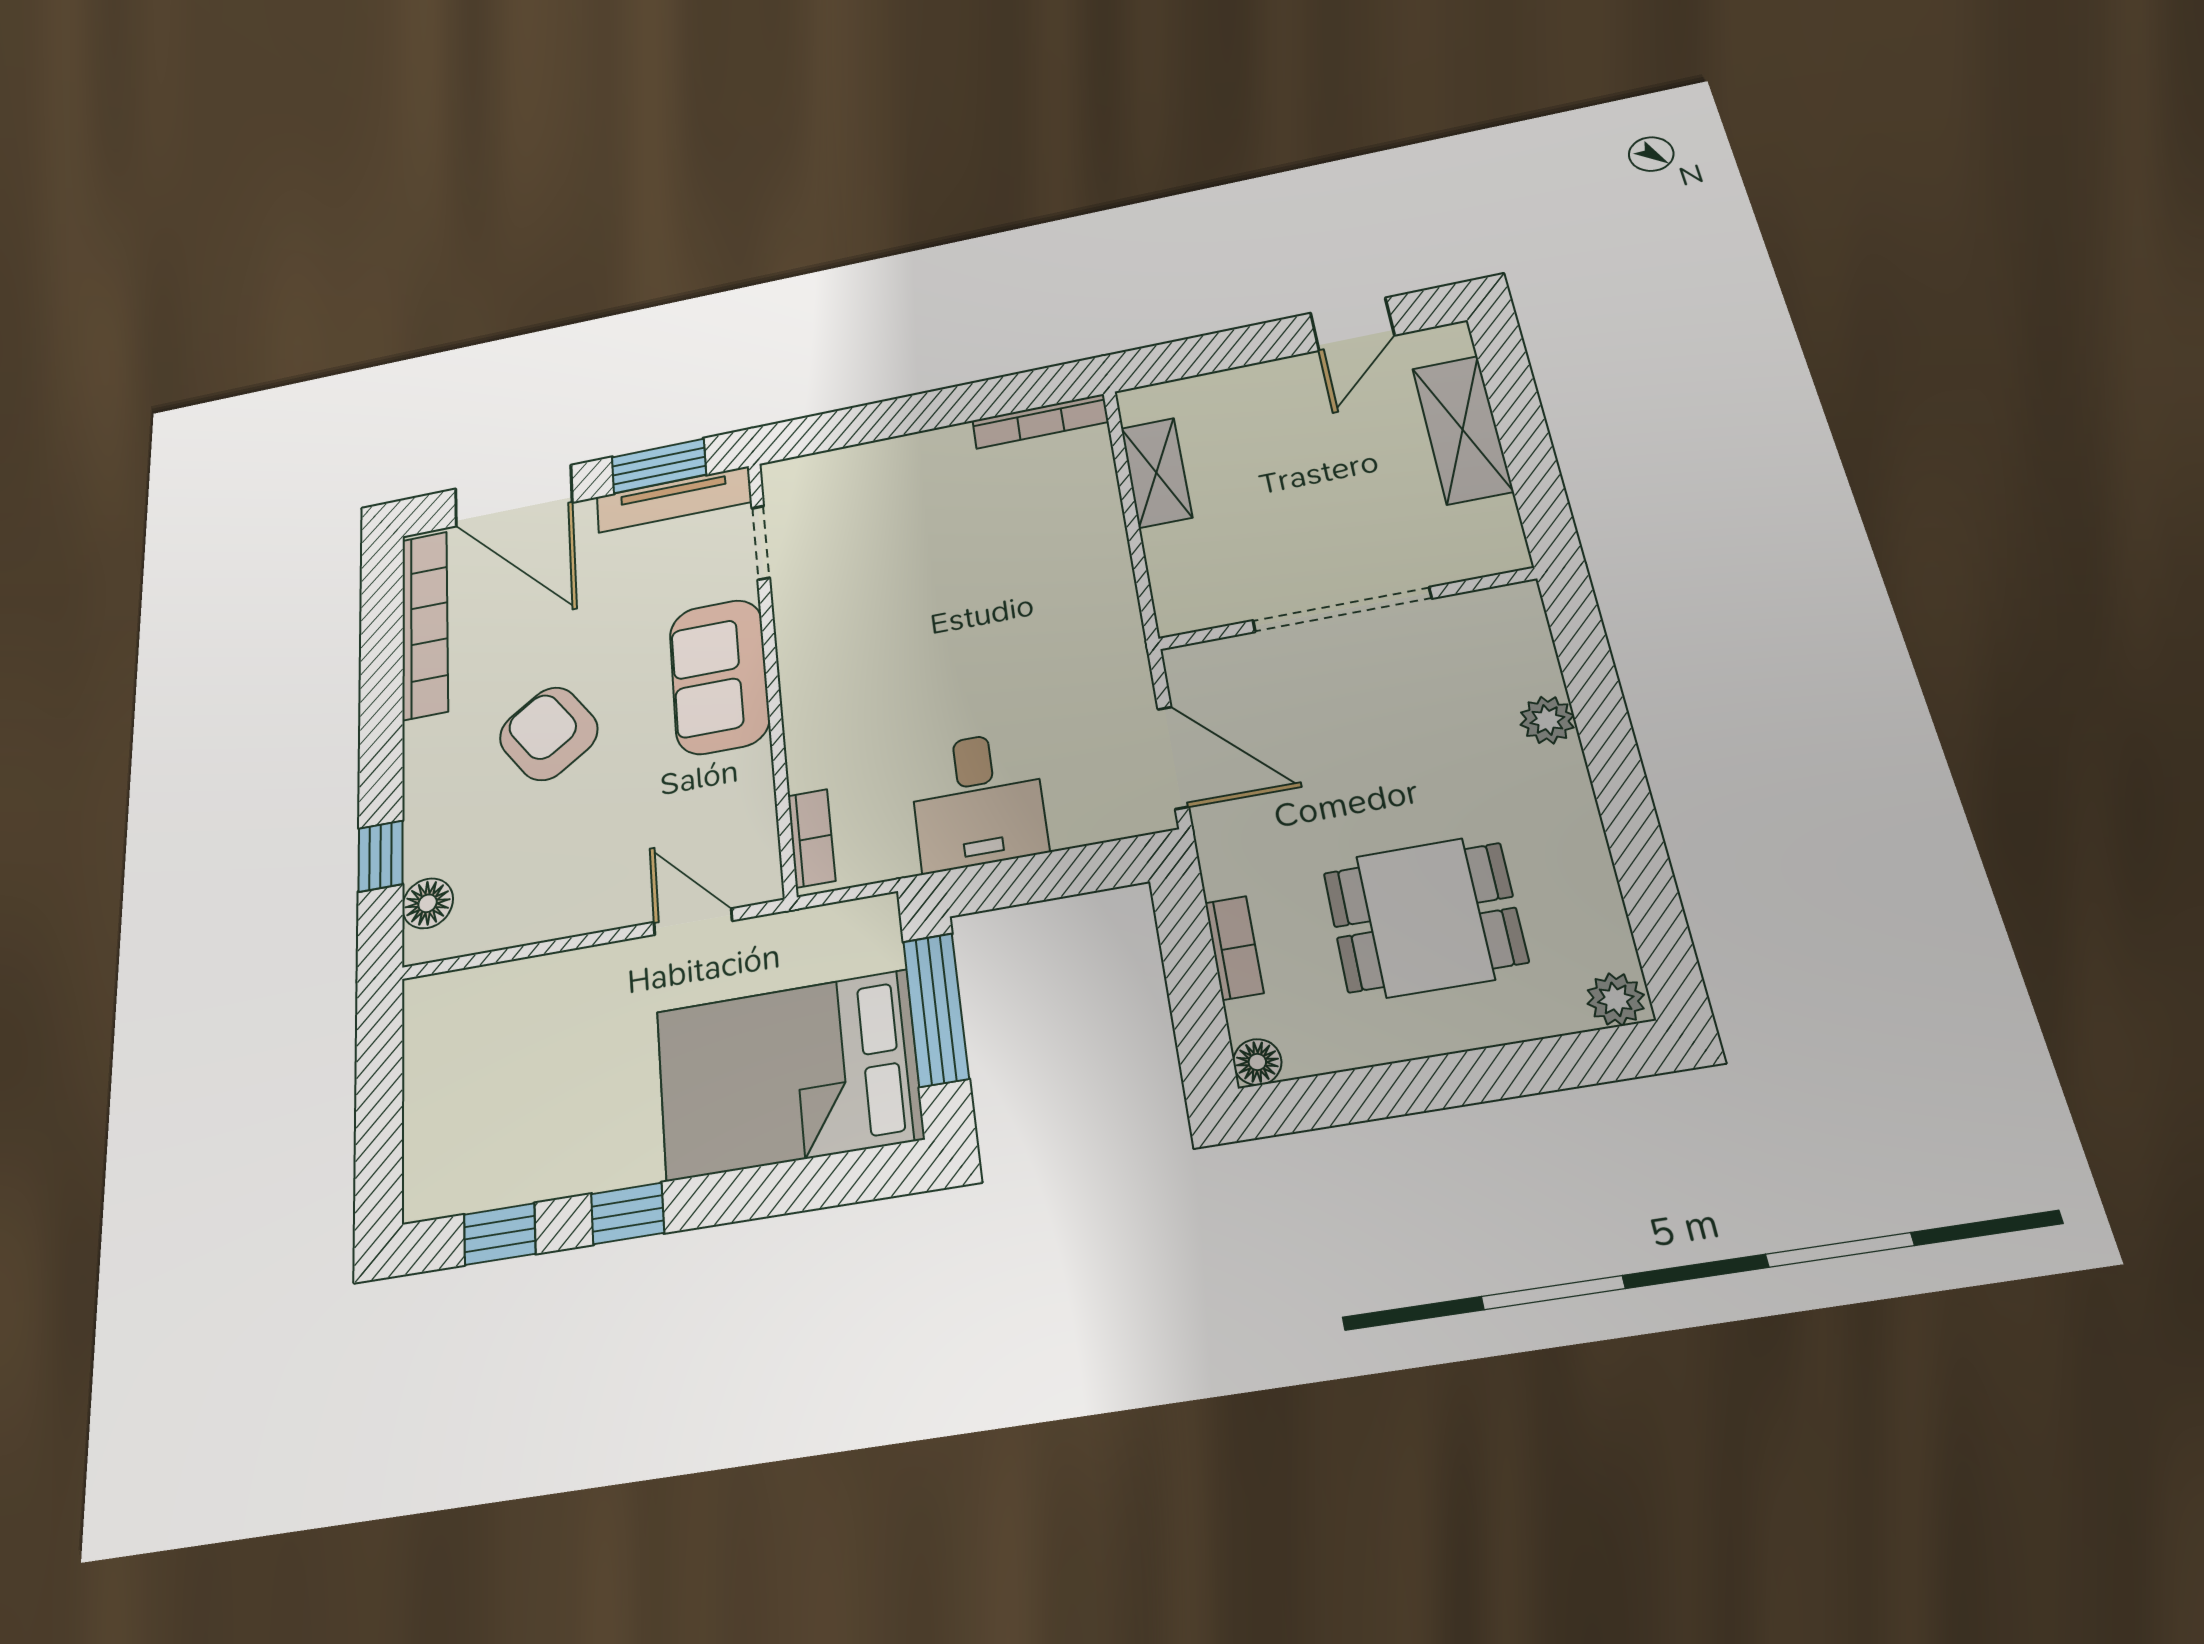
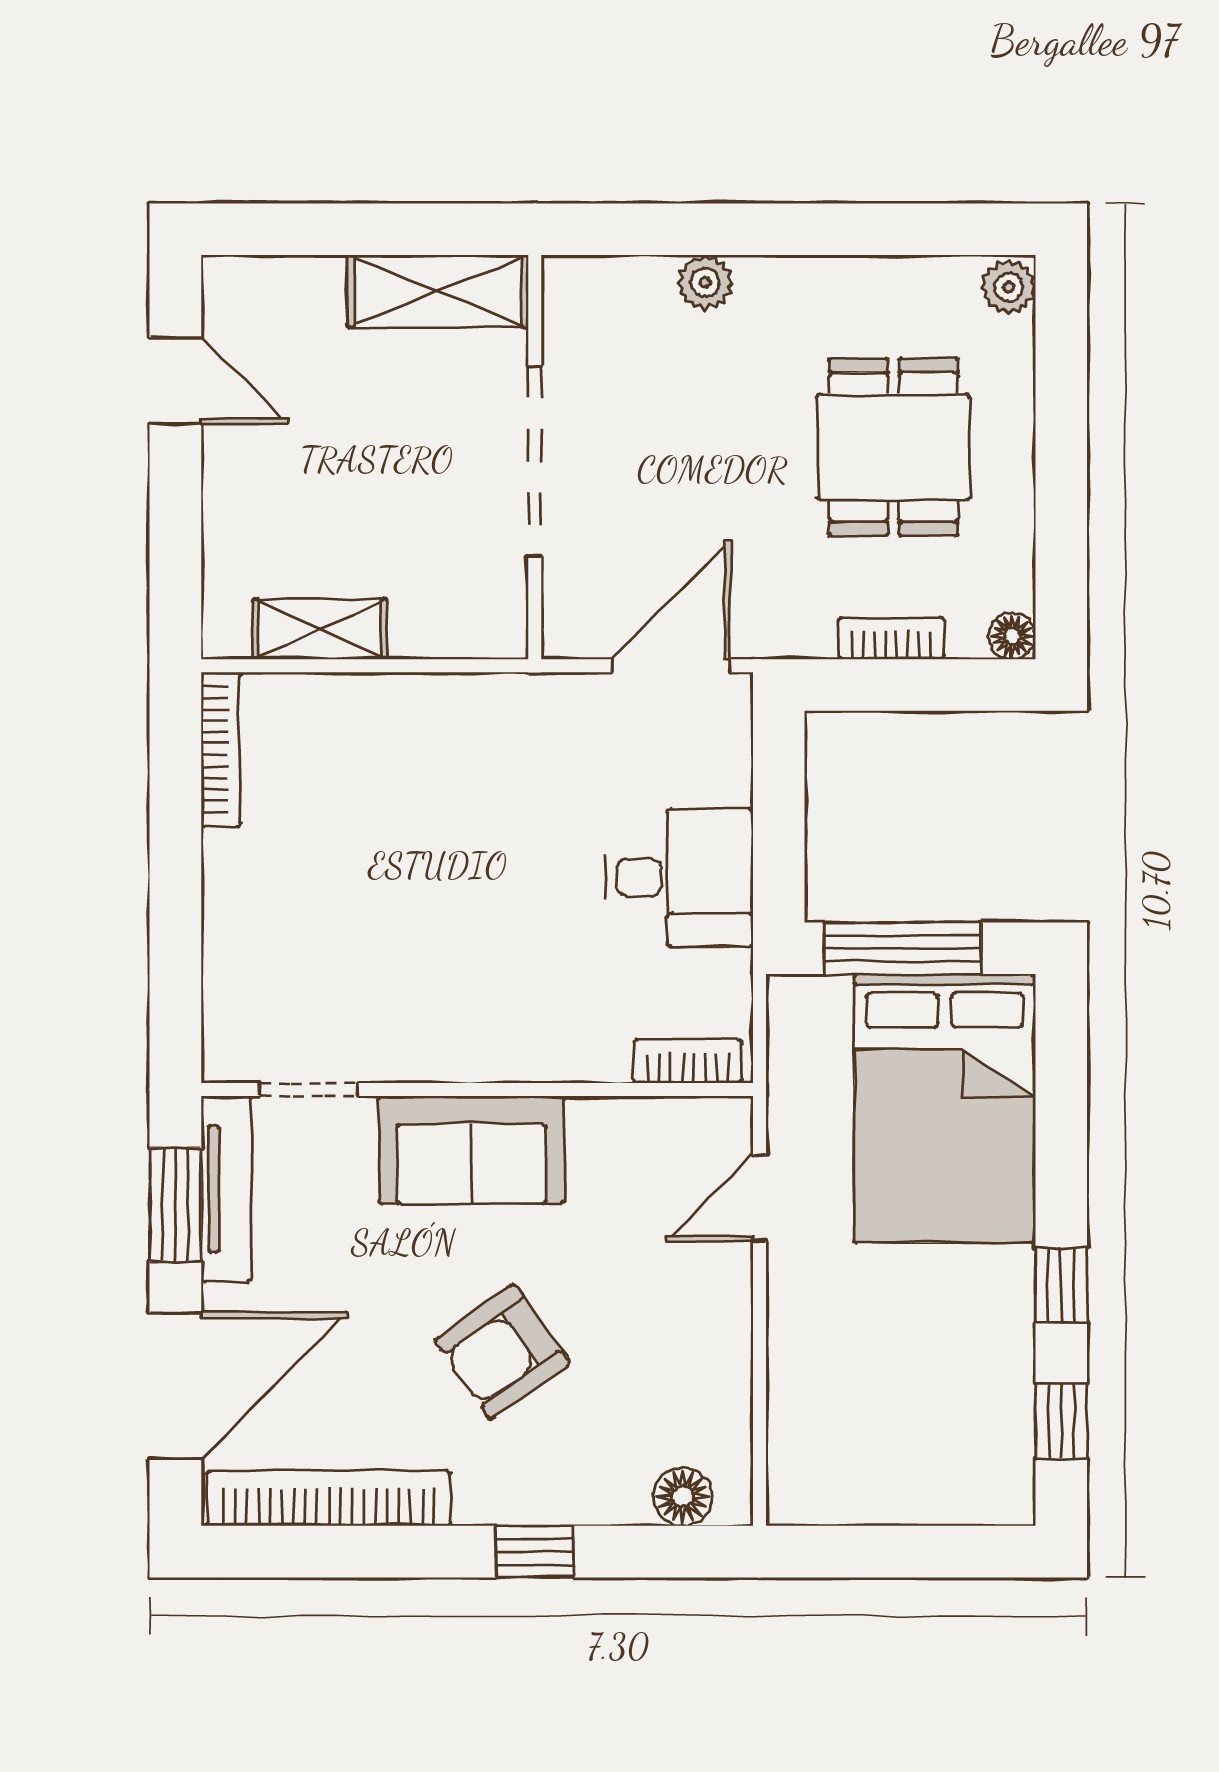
shelving: (1462, 430) -> (438, 291), moved
window: (381, 856) -> (535, 1552), moved

